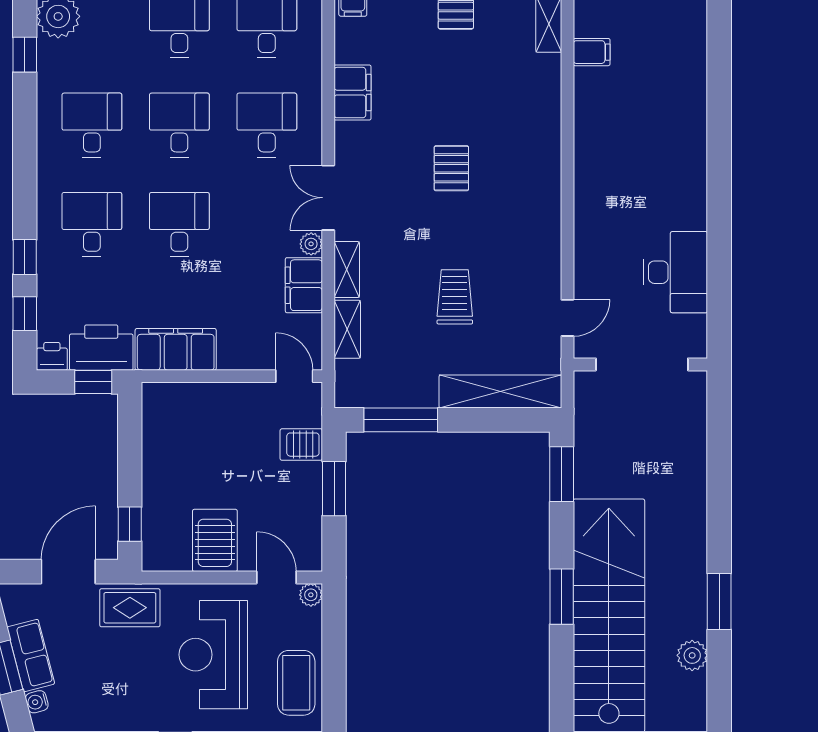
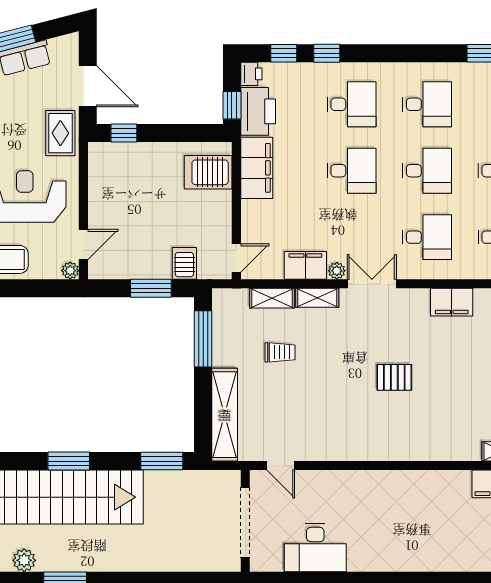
trolley: (455, 297) -> (280, 352), moved, width x0.73, depth x0.72
server rack: (215, 540) -> (208, 172), moved, turned 180

